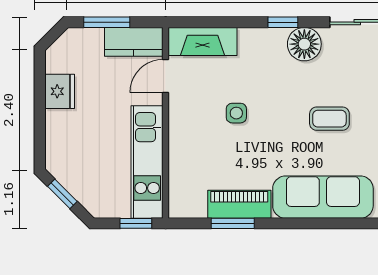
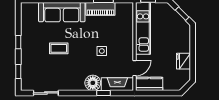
window: (107, 22) -> (162, 93), removed
window: (283, 22) -> (103, 93), moved
floor lamp: (304, 44) -> (93, 83), moved

